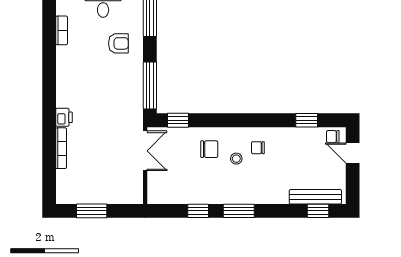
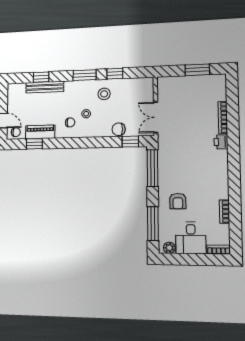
armchair: (118, 43) -> (178, 201), turned -90
piano: (299, 136) -> (40, 132), added
chair: (209, 149) -> (119, 129), moved
stool: (212, 184) -> (104, 94), added
bench: (315, 197) -> (45, 87), moved
window: (318, 211) -> (41, 77), moved

